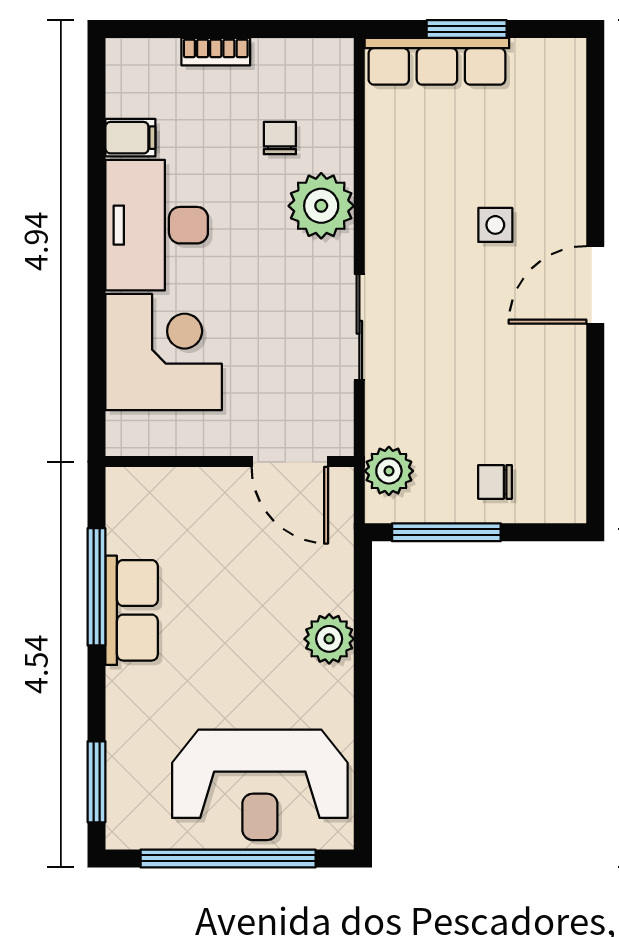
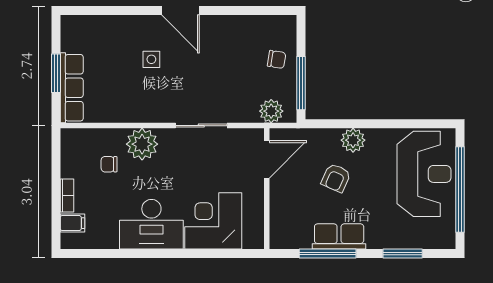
filing cabinet: (130, 138) -> (72, 223), moved, turned 90
chair: (495, 482) -> (277, 59), turned -81
armchair: (252, 604) -> (336, 178), added
window: (97, 782) -> (403, 254), moved

